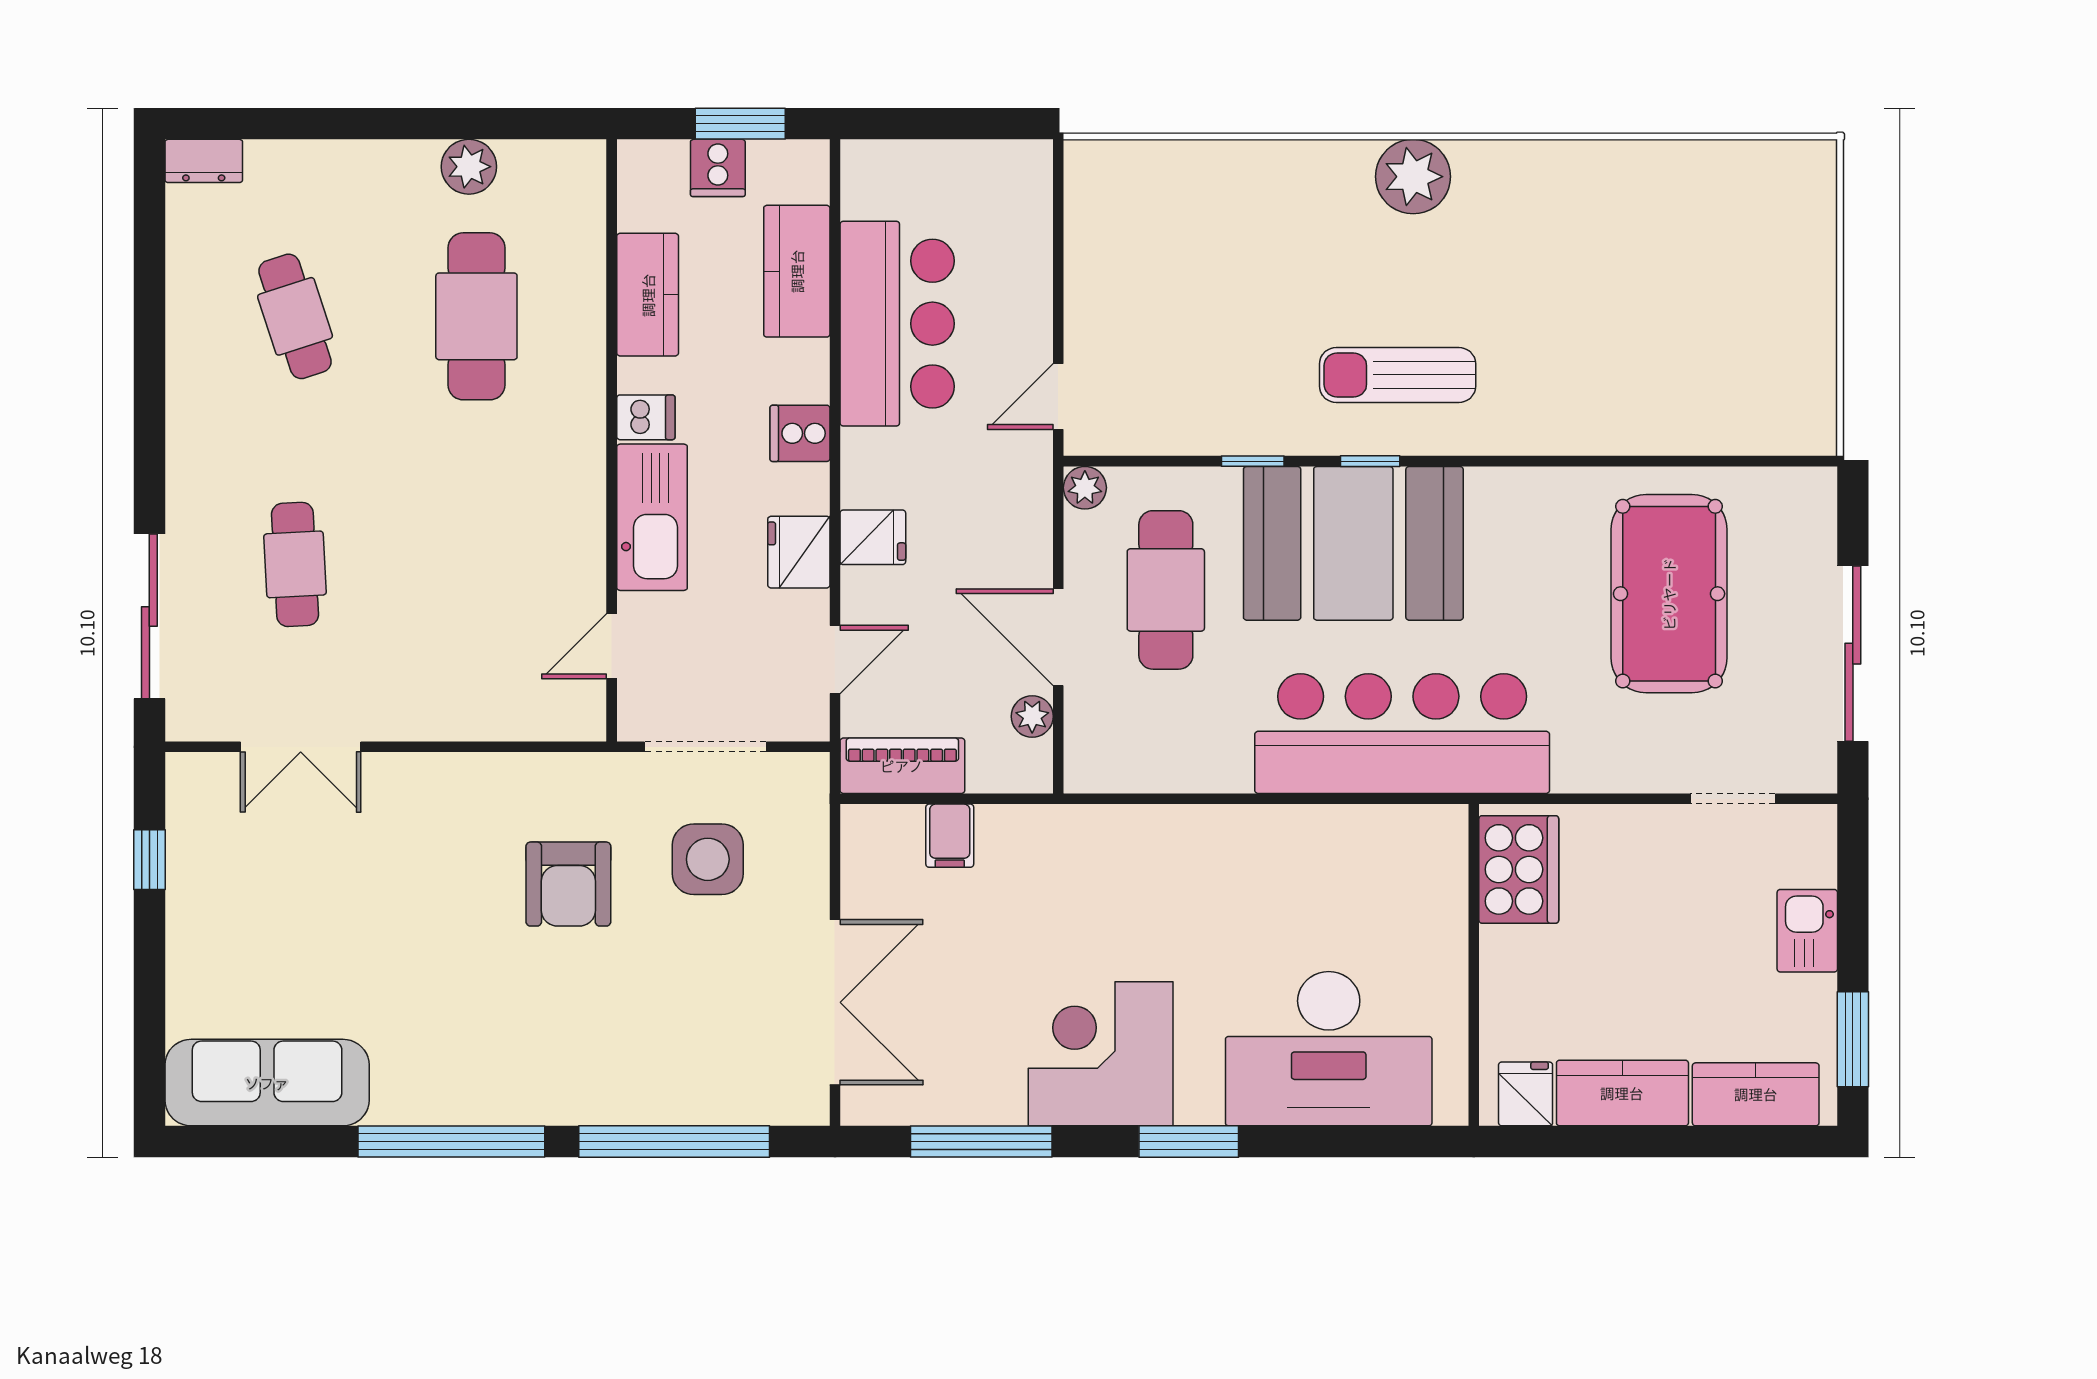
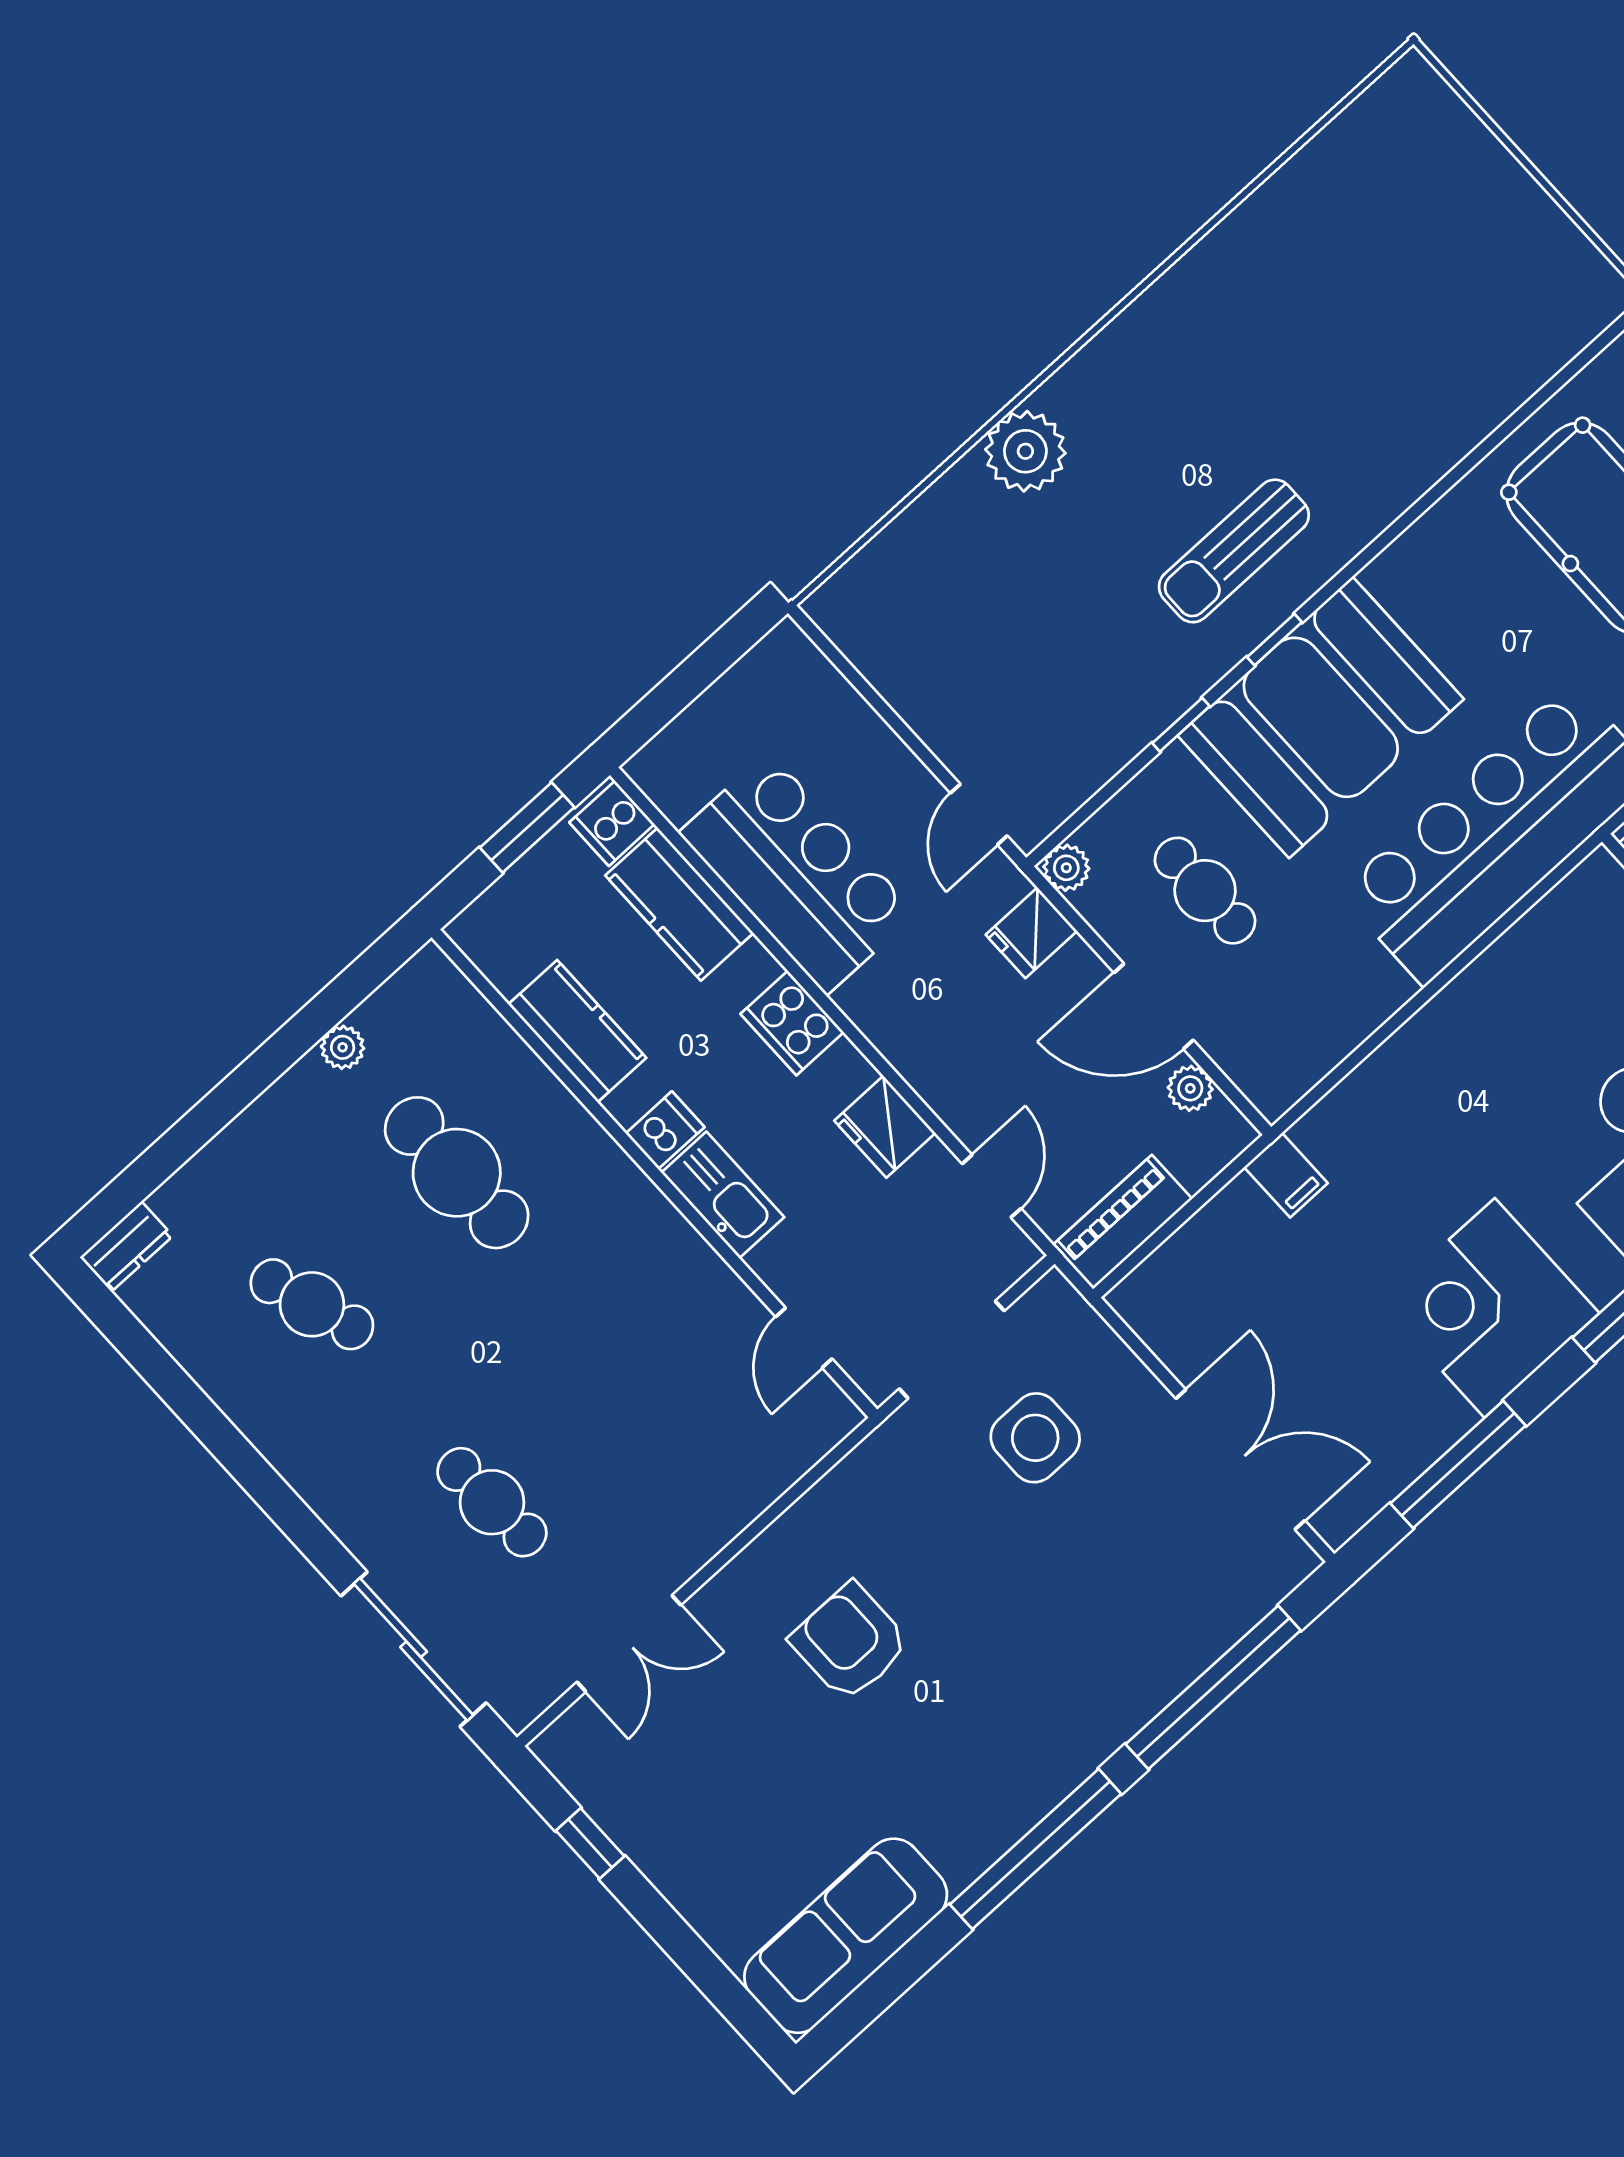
plant: (469, 167) -> (343, 1047), width x0.73, depth x0.73
cooker: (718, 168) -> (612, 823), moved, turned 90
plant: (1413, 177) -> (1025, 451), moved
cooker: (800, 433) -> (792, 1023), width x1.36
kitchen sink: (652, 517) -> (723, 1195), width x0.73, depth x0.81
fridge: (873, 537) -> (1031, 933), moved, turned 180
cafe table: (1166, 590) -> (1205, 891), width x0.73, depth x0.74
filing cabinet: (950, 836) -> (1286, 1175), moved
armchair: (568, 884) -> (850, 1642), moved, turned 180

